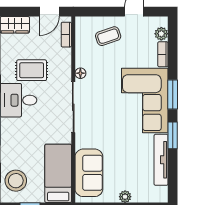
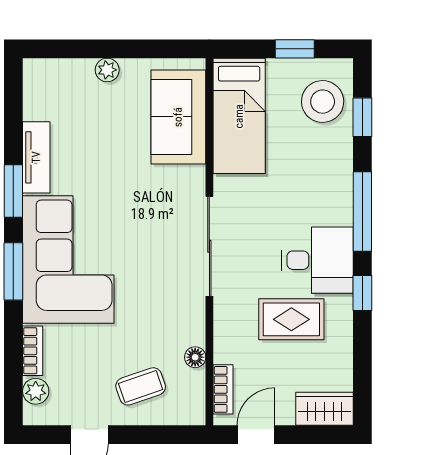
floor lamp: (80, 73) -> (195, 357), moved
tv unit: (161, 160) -> (36, 157), width x0.71

